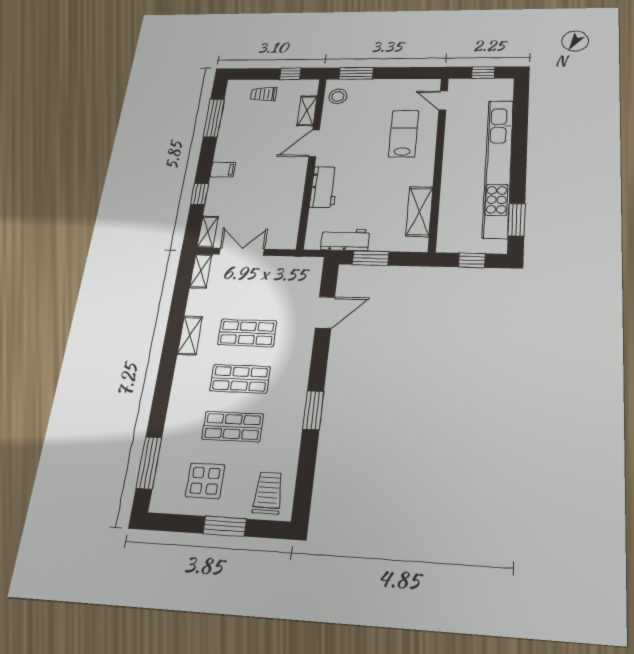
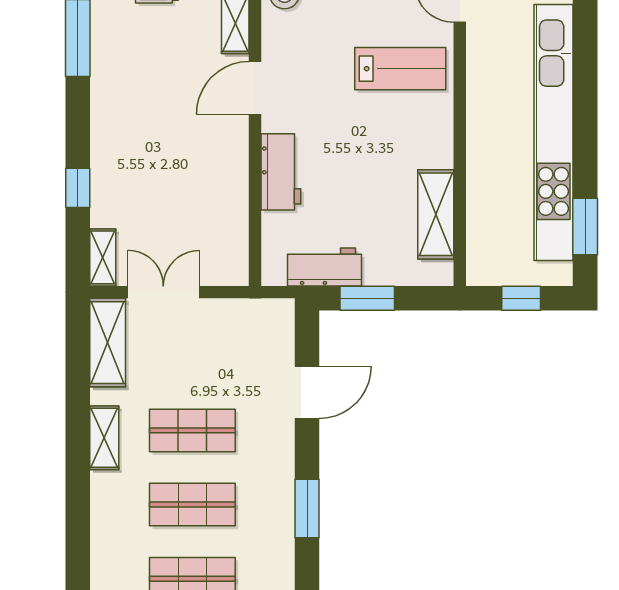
lab bench: (404, 134) -> (400, 69), turned 90
filing cabinet: (223, 170) -> (109, 141), removed
shelving: (201, 271) -> (108, 343), width x1.50, depth x1.33
window: (313, 410) -> (307, 508), moved

